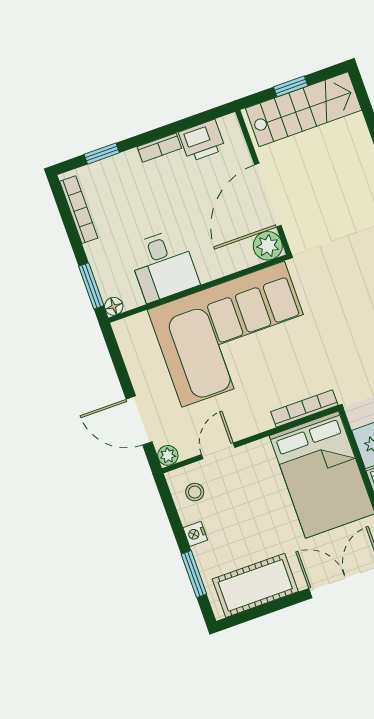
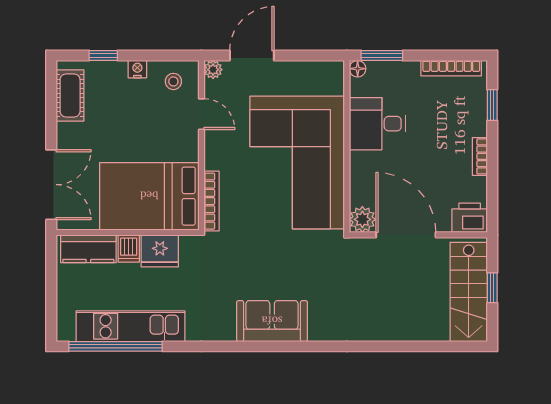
printer: (202, 141) -> (470, 218), moved, turned 90
window: (194, 574) -> (103, 56), width x0.67
cot: (255, 585) -> (70, 95), width x0.73, depth x0.75

